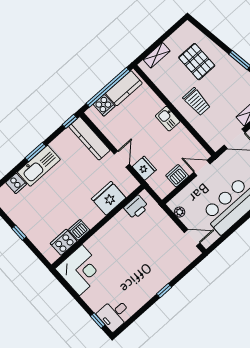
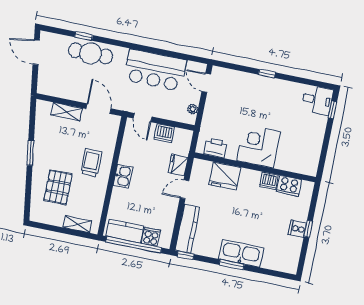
cooker: (16, 183) -> (297, 229), moved, turned -90
corner desk: (81, 270) -> (258, 146), moved

